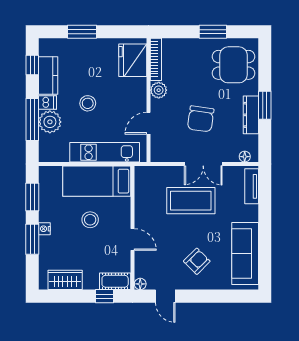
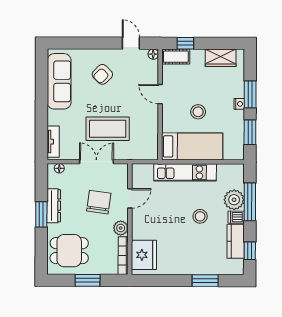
bookcase: (156, 59) -> (123, 256), moved
fridge: (133, 60) -> (144, 255), moved
plant: (159, 90) -> (121, 228), moved
wall: (148, 100) -> (130, 219), moved
door: (148, 123) -> (130, 198), moved

